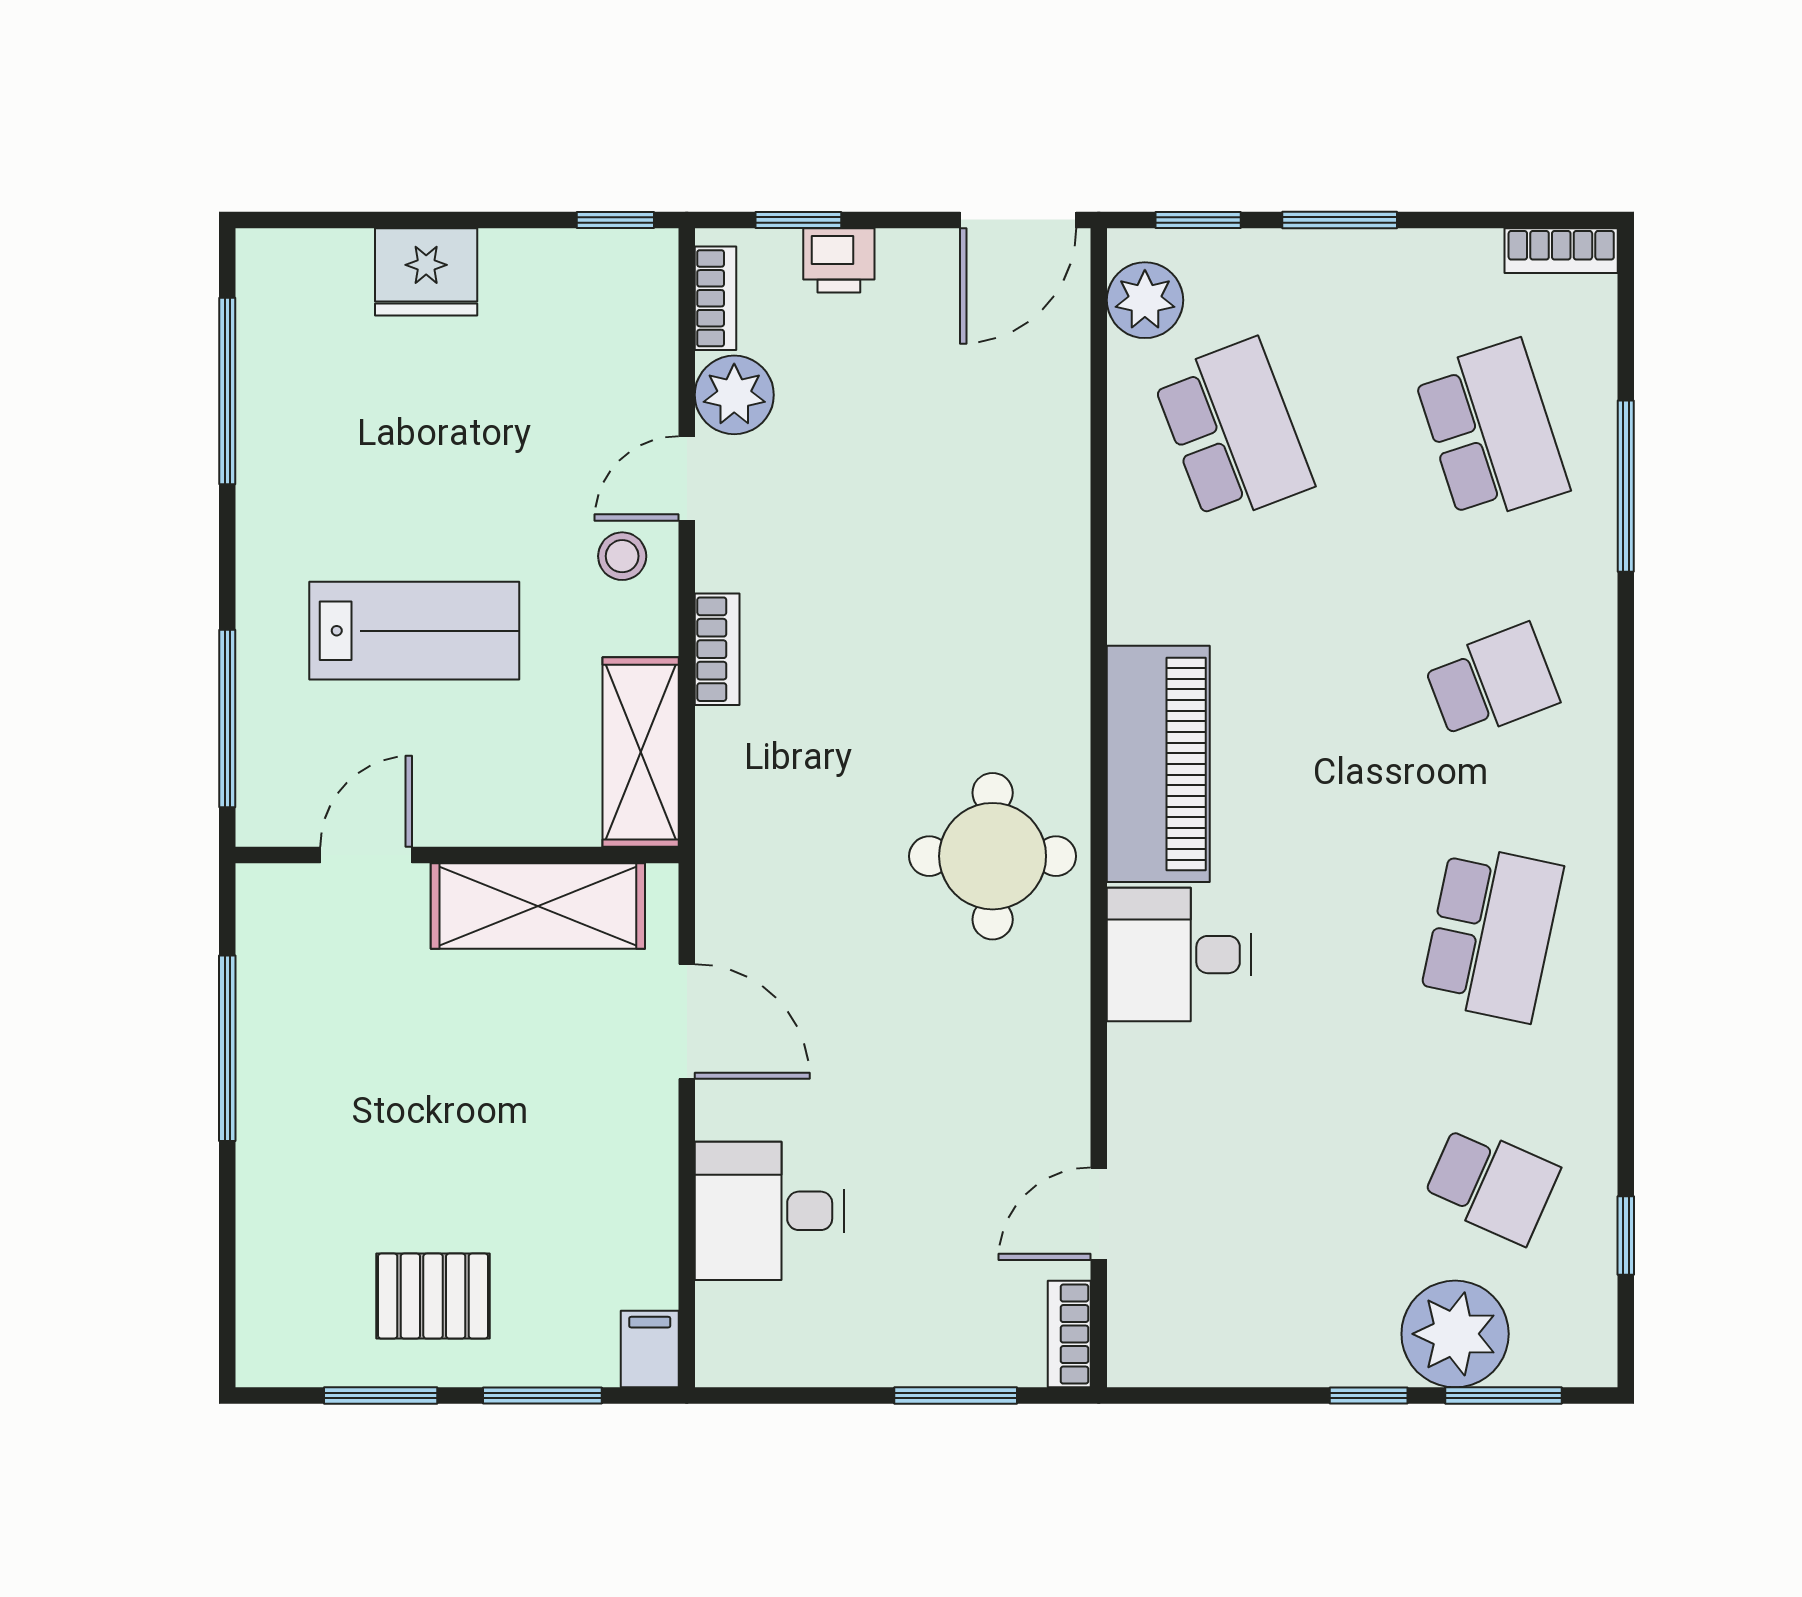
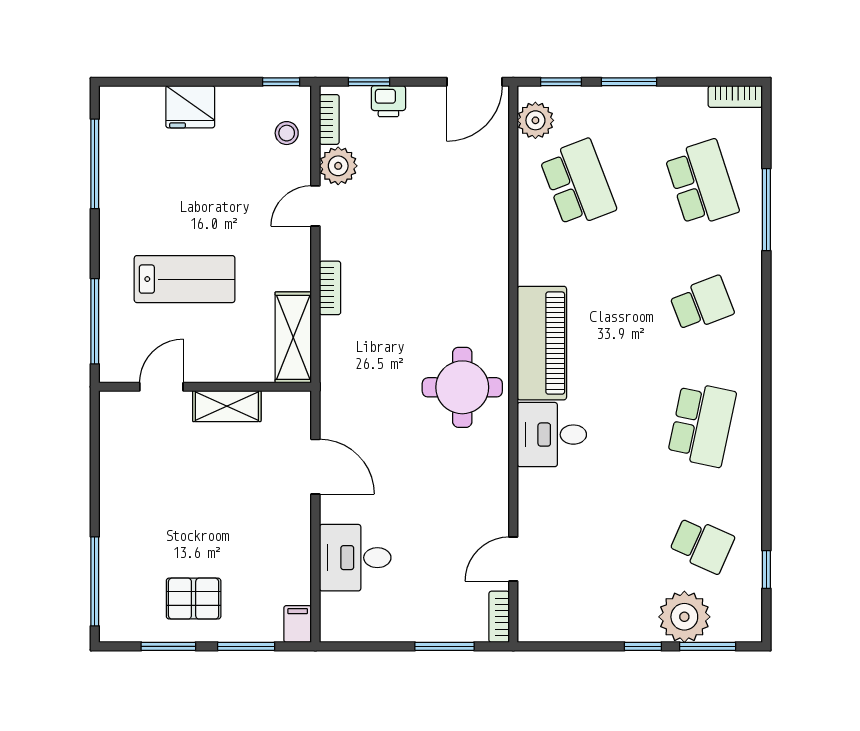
stool: (622, 556) -> (287, 133), moved
shelving: (538, 906) -> (227, 406), width x0.67, depth x0.75
window: (227, 1048) -> (95, 581), moved

